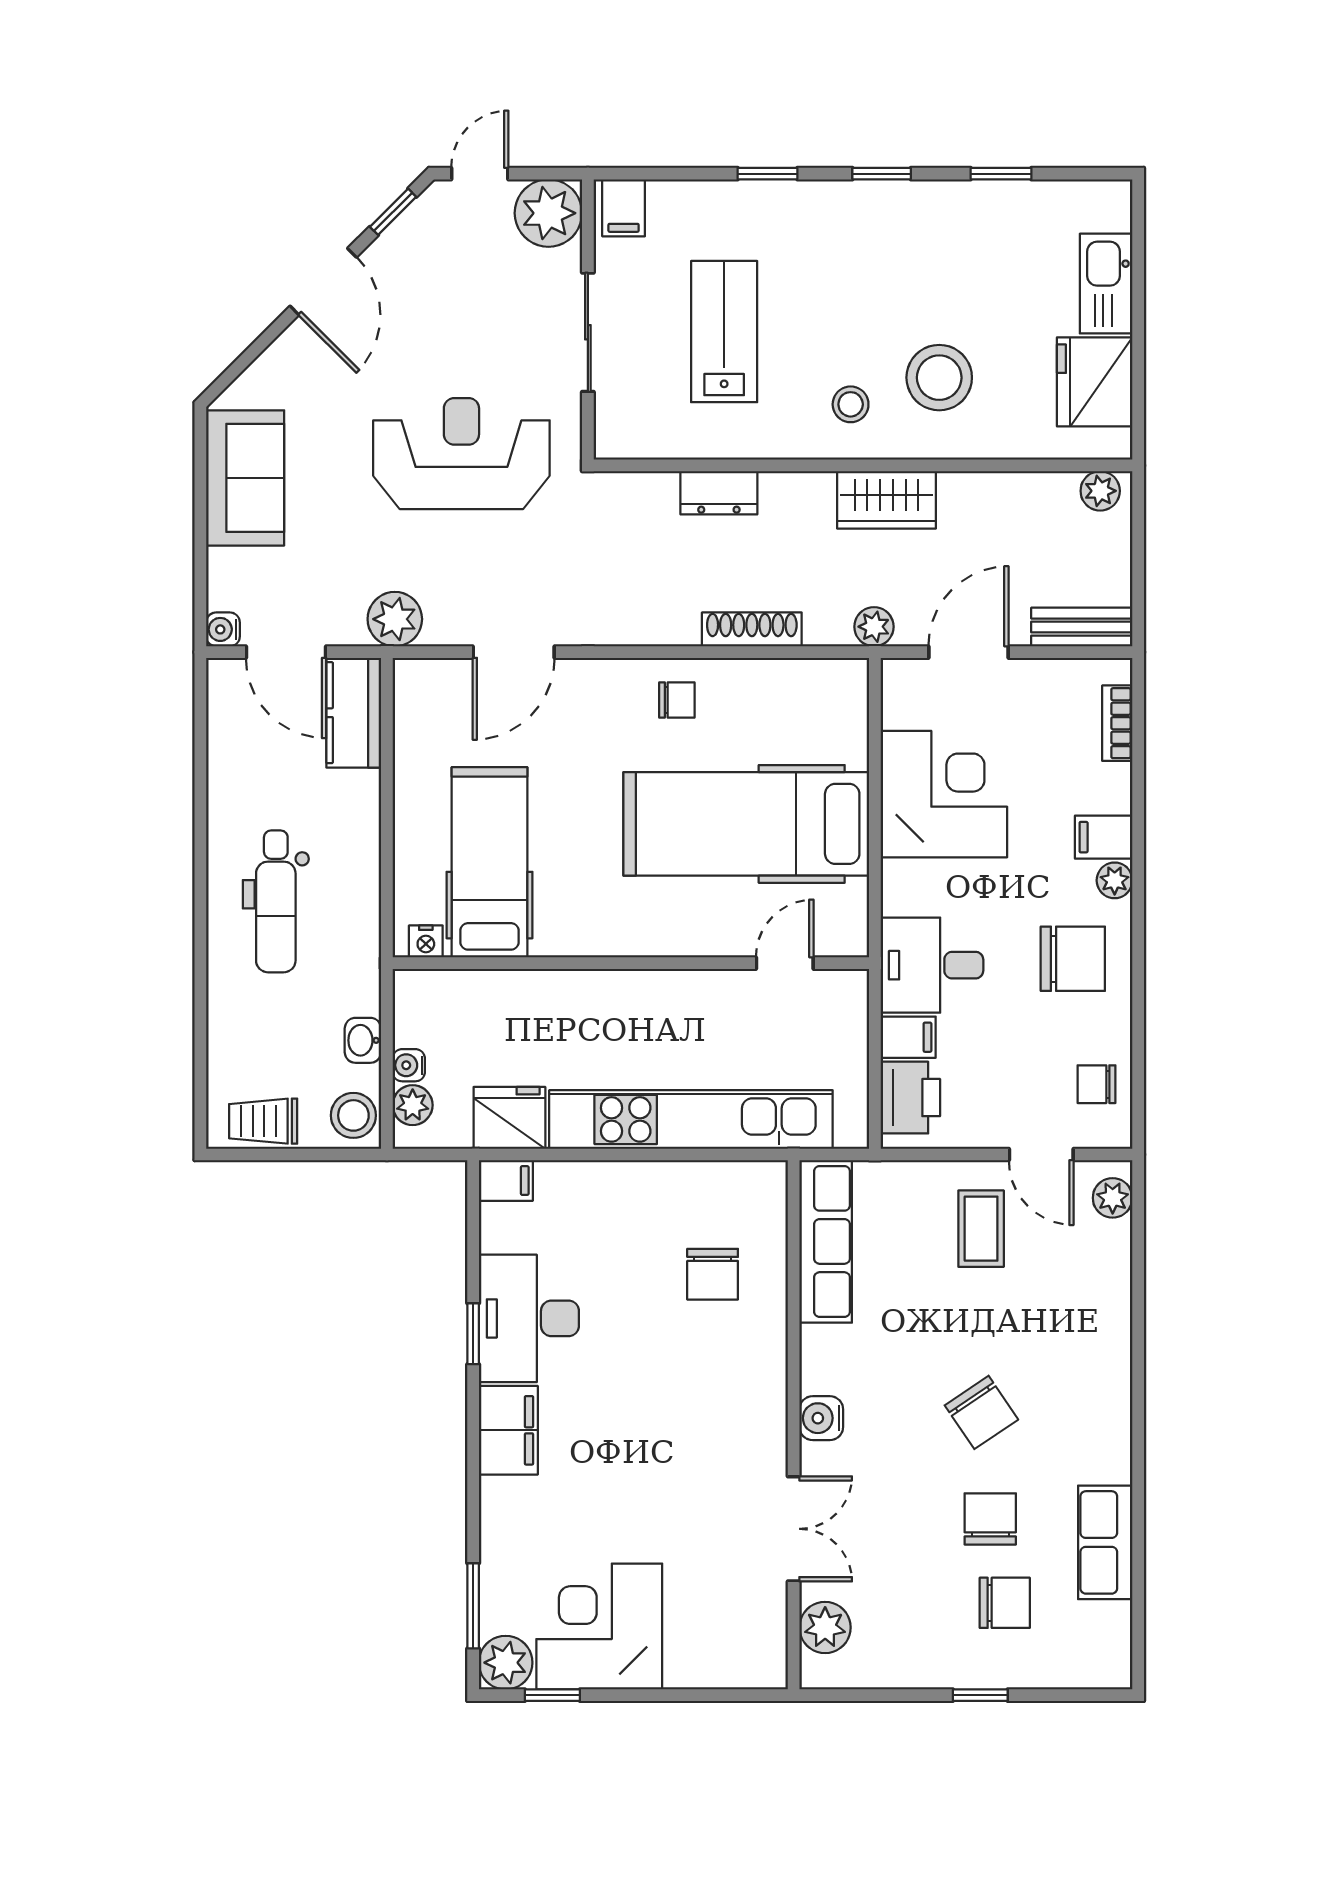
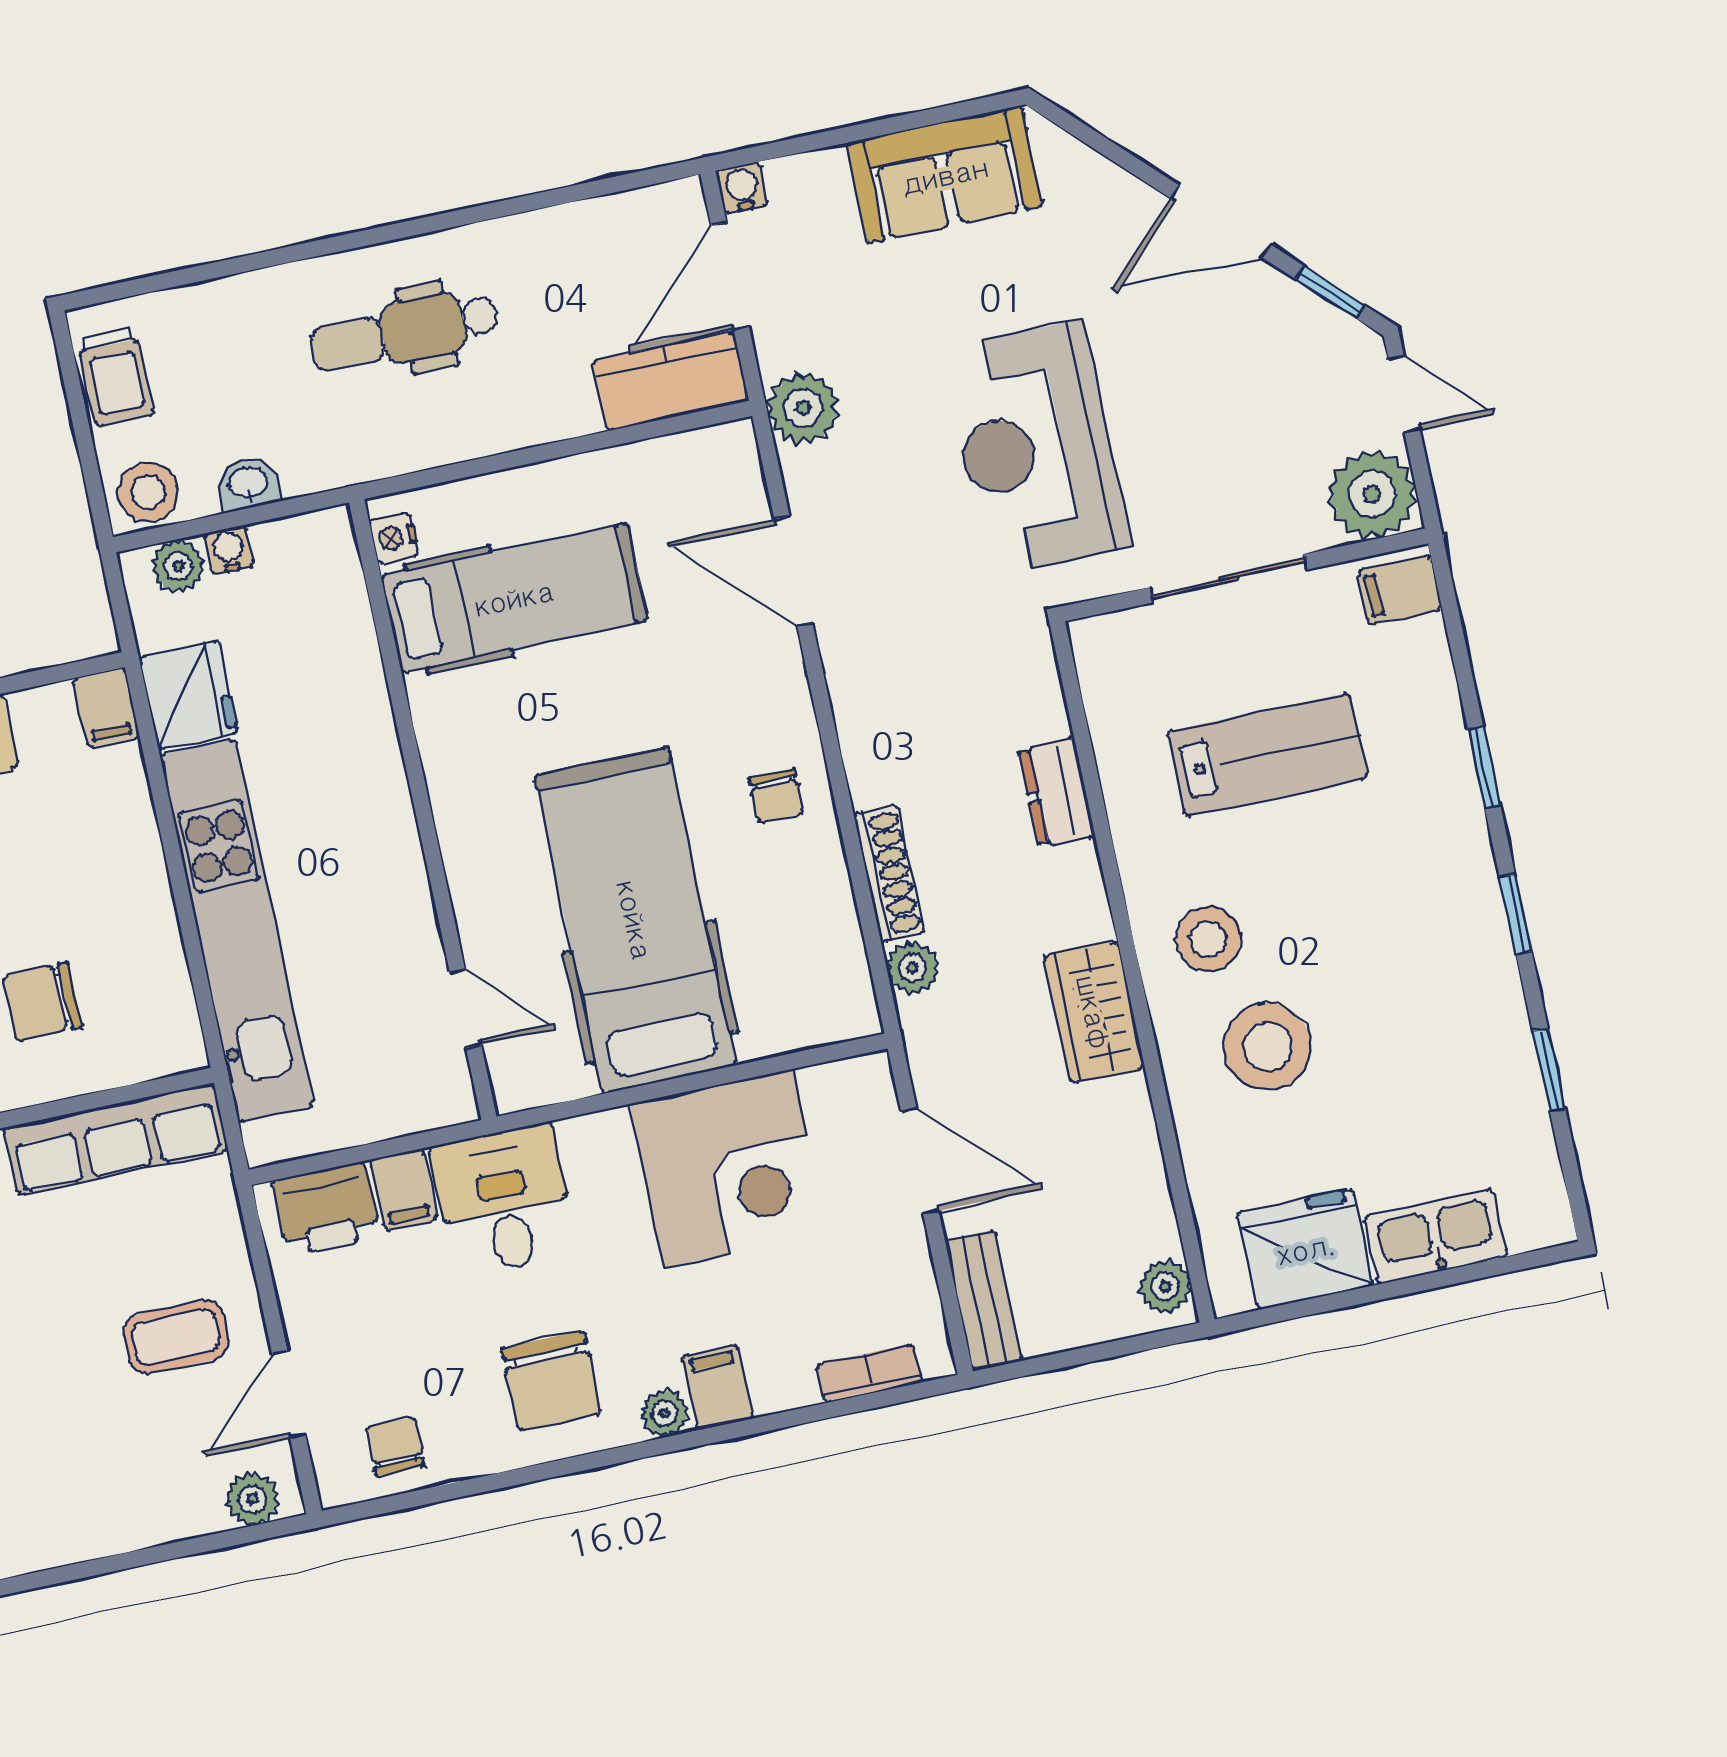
stool: (851, 404) -> (1208, 939), width x1.37, depth x1.37
reception desk: (461, 454) -> (1036, 448), turned 180
plant: (874, 627) -> (913, 968), moved
trolley: (263, 1121) -> (116, 377), turned 180

